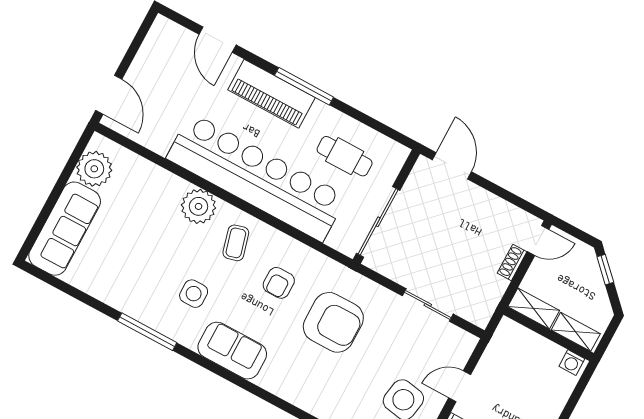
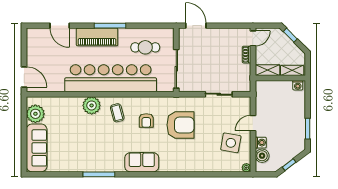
side table: (194, 294) -> (111, 146), removed

